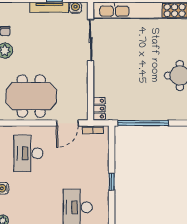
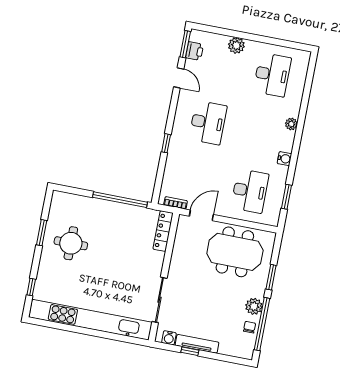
locker: (99, 109) -> (163, 231), width x1.53

